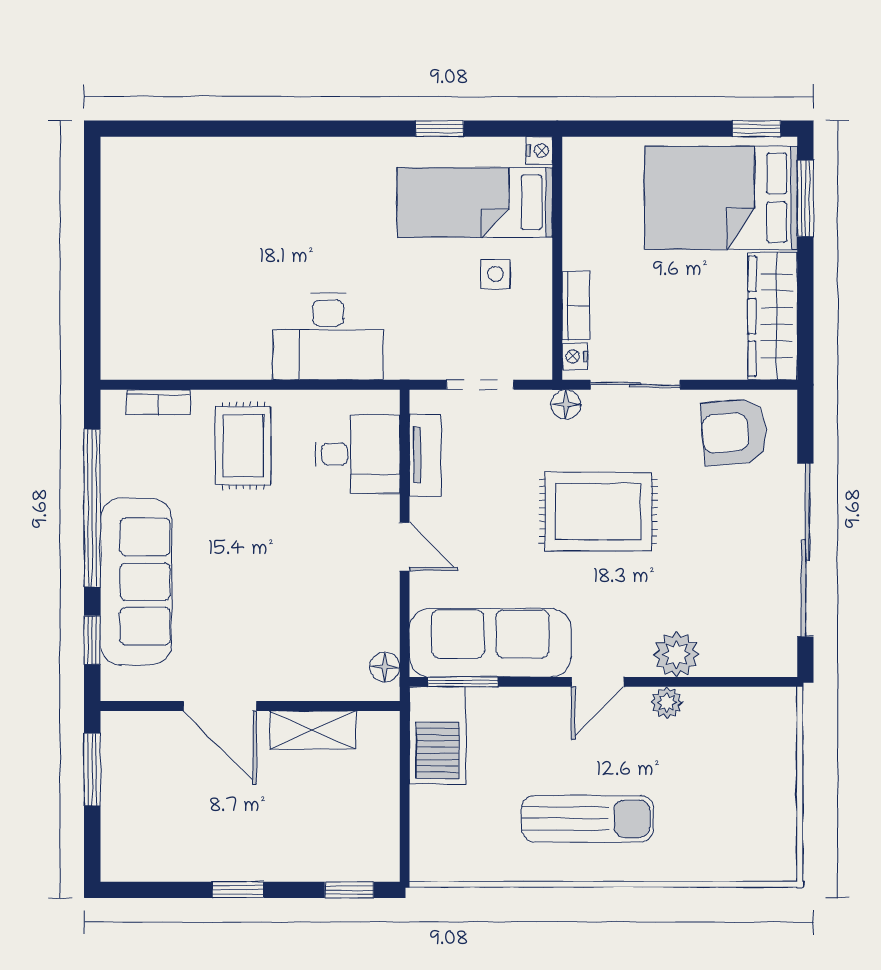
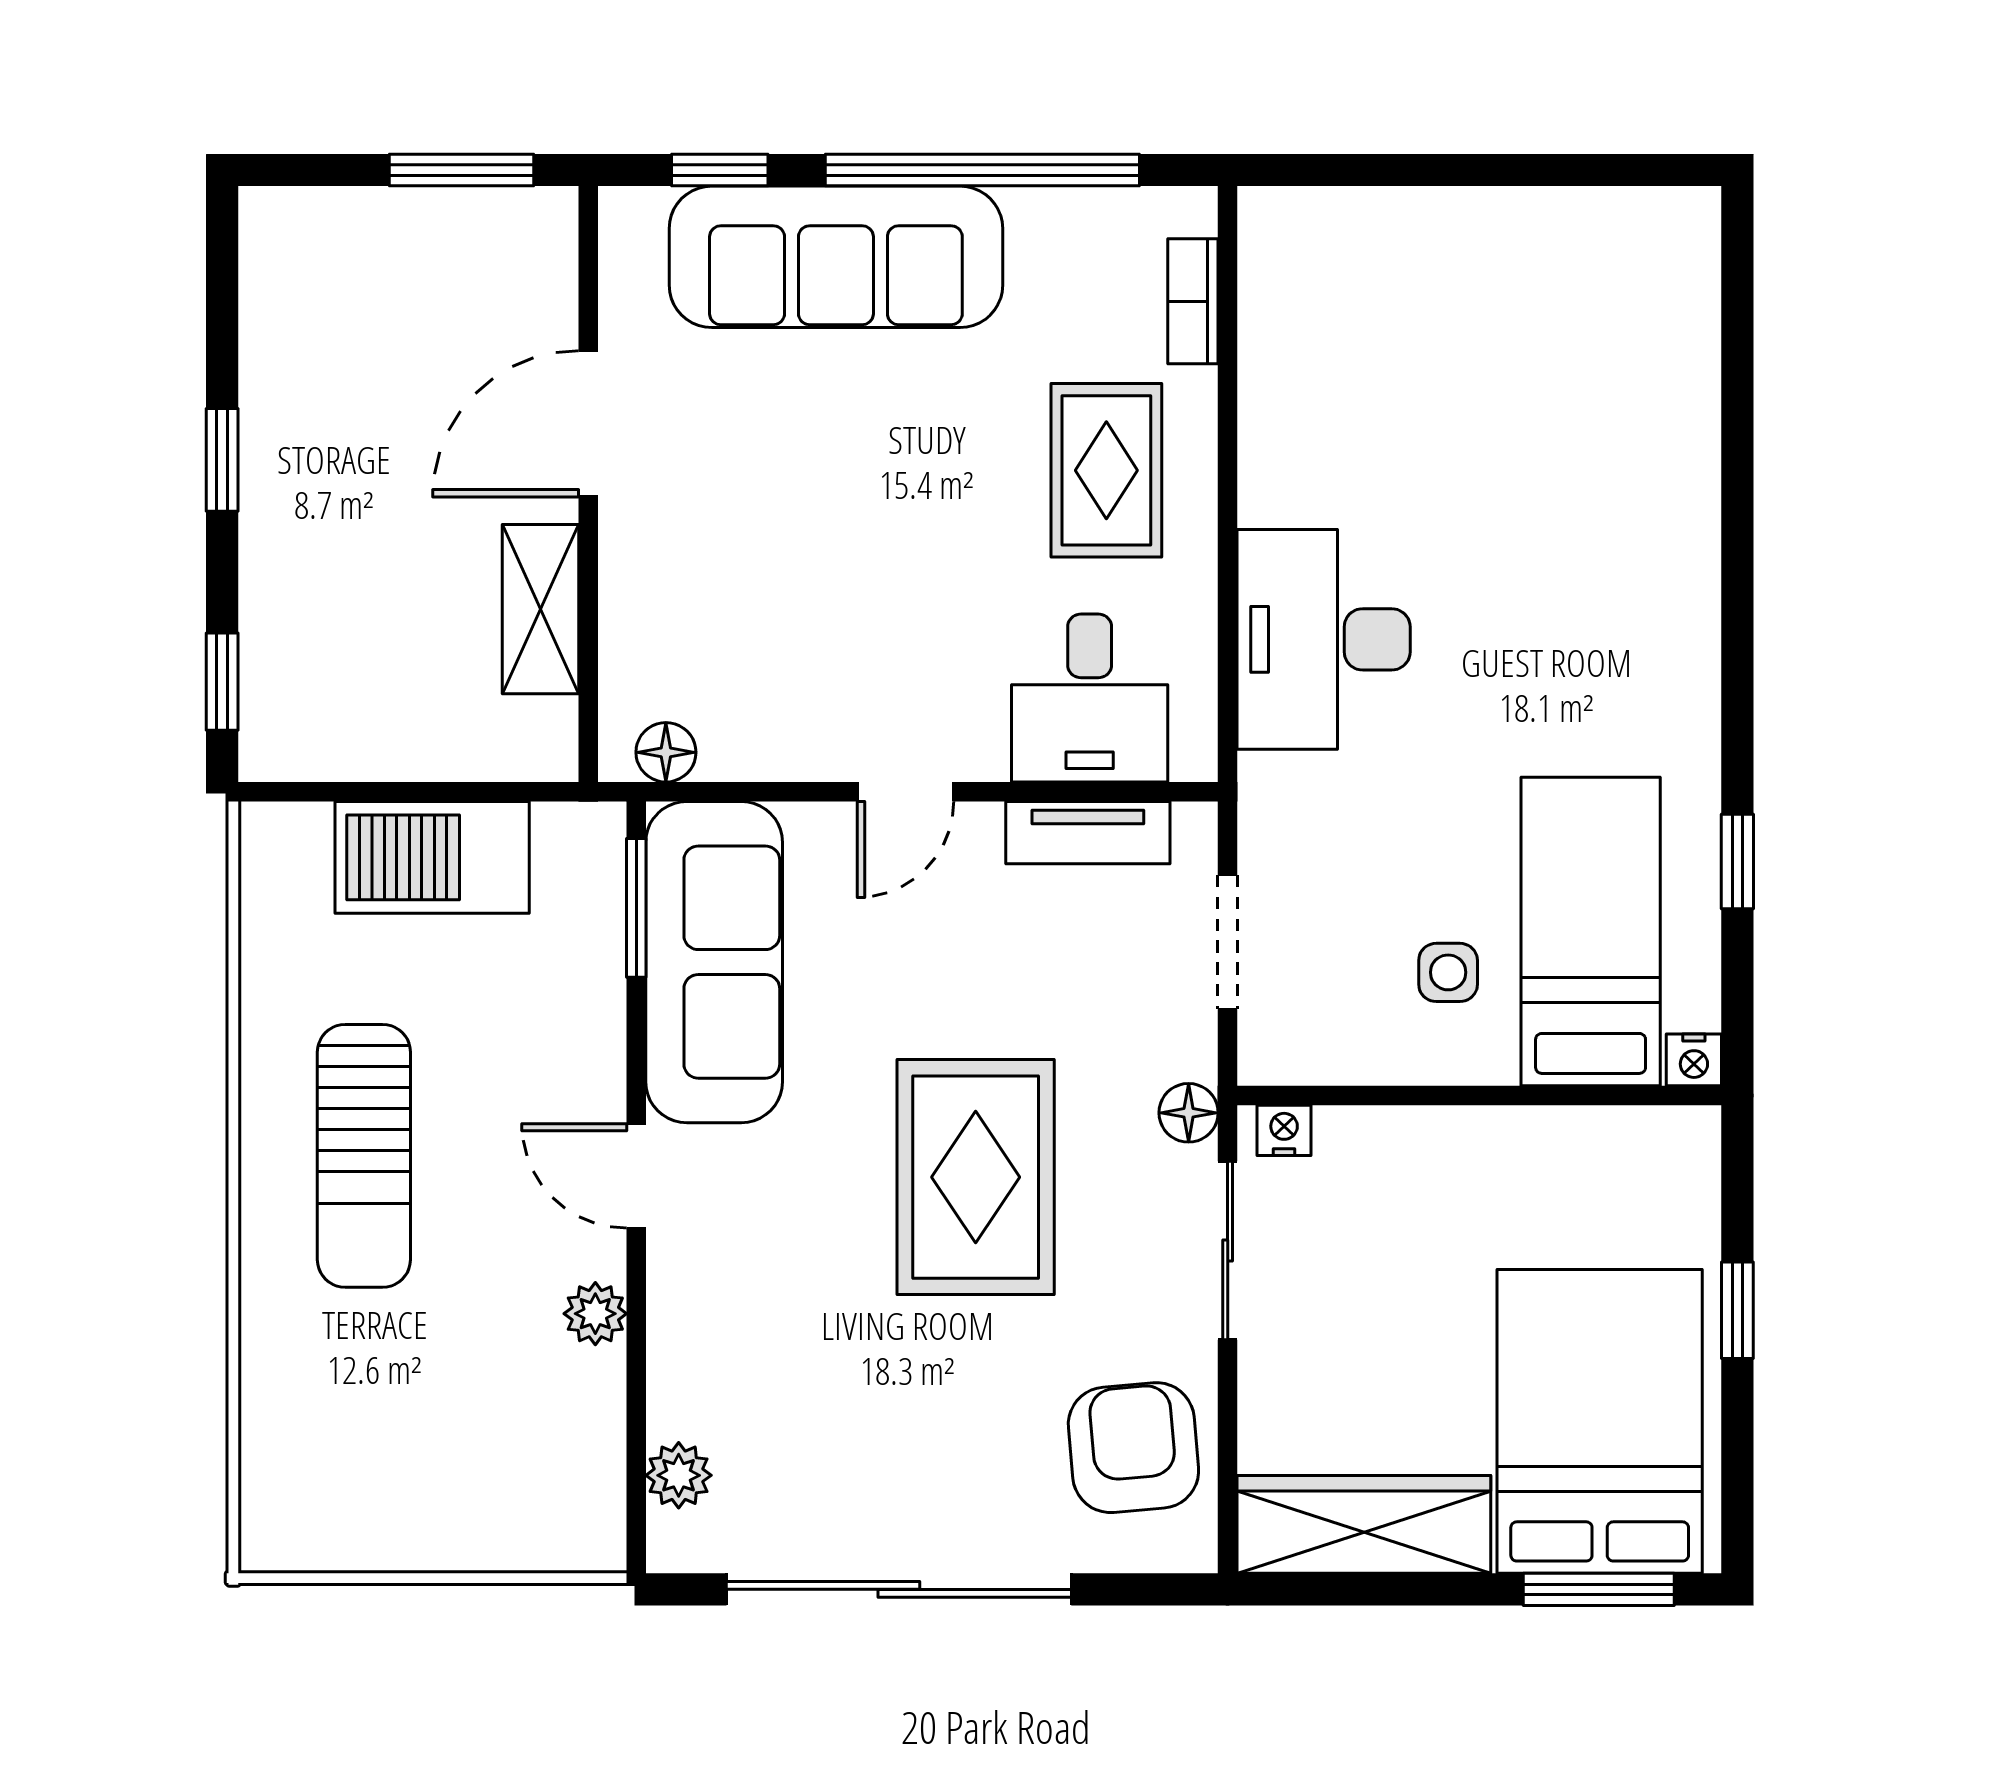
window: (757, 129) -> (1737, 1310), moved
bookcase: (576, 306) -> (1385, 1132), removed
rug: (243, 446) -> (1106, 470), turned 90
plant: (676, 654) -> (679, 1475), moved, width x0.73, depth x0.73
barbecue: (438, 735) -> (432, 857), moved

